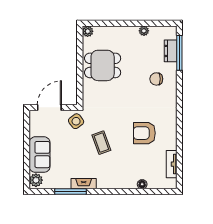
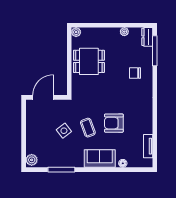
dresser: (171, 51) -> (147, 37), moved
side table: (76, 121) -> (64, 131), moved
armchair: (144, 133) -> (114, 123), moved
sofa: (40, 155) -> (100, 159), moved, turned -90
fireplace: (84, 184) -> (73, 163), removed

